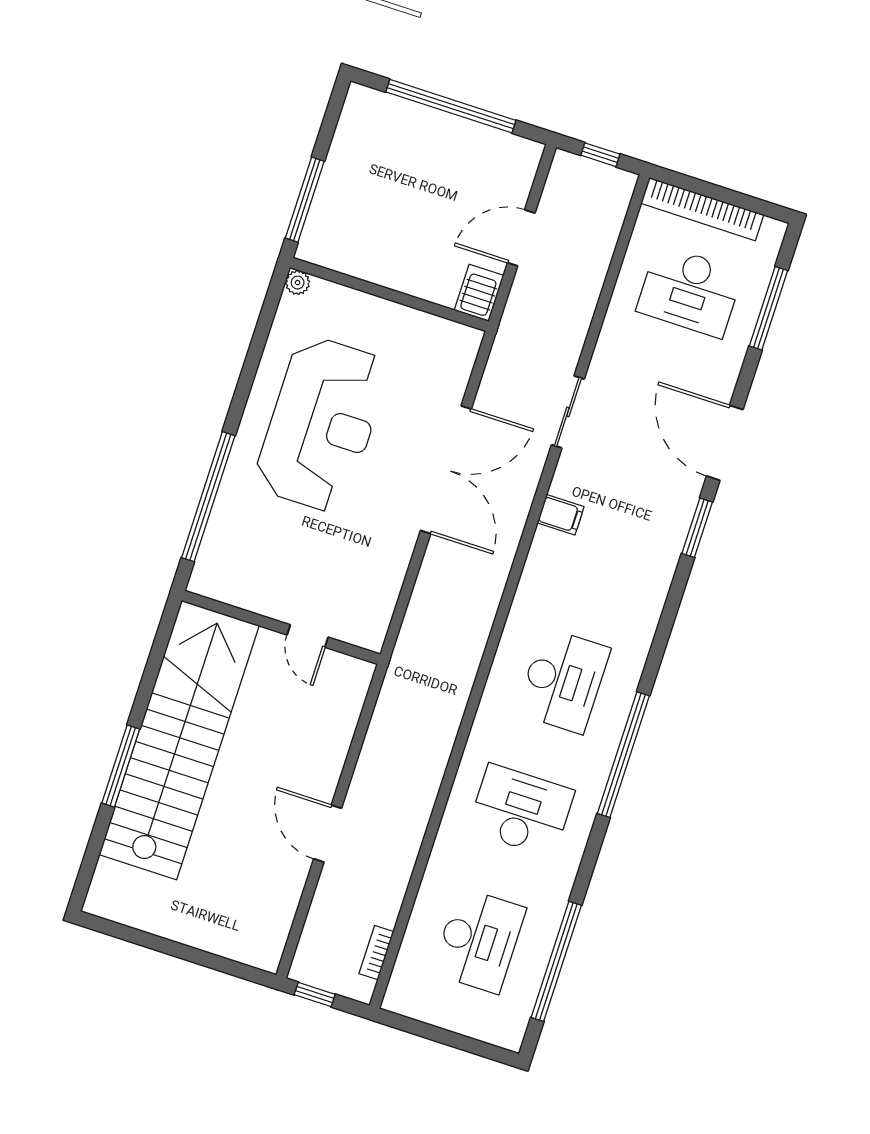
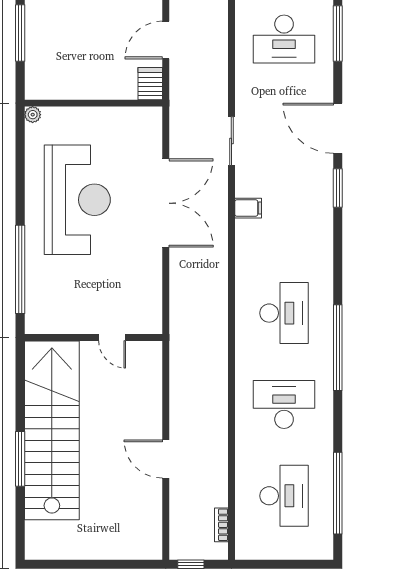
window: (305, 200) -> (20, 33), moved

